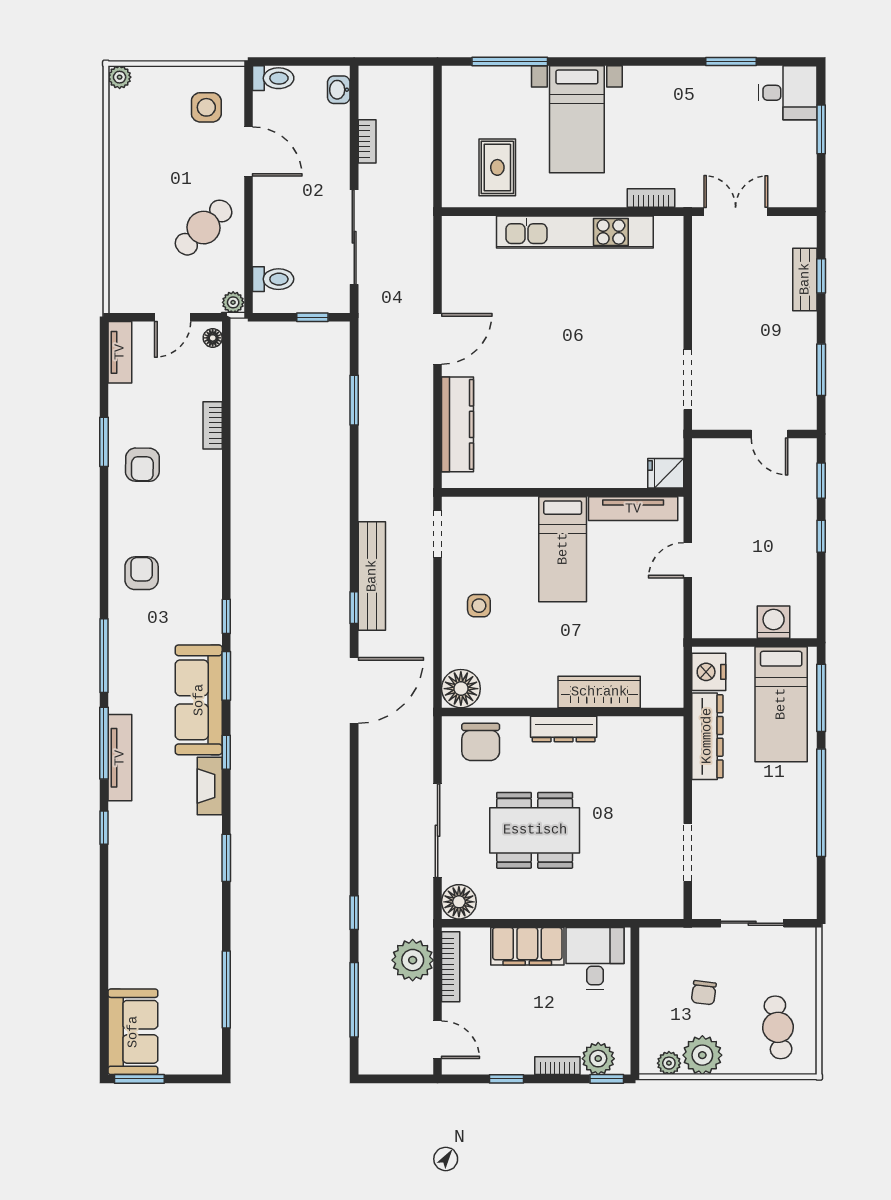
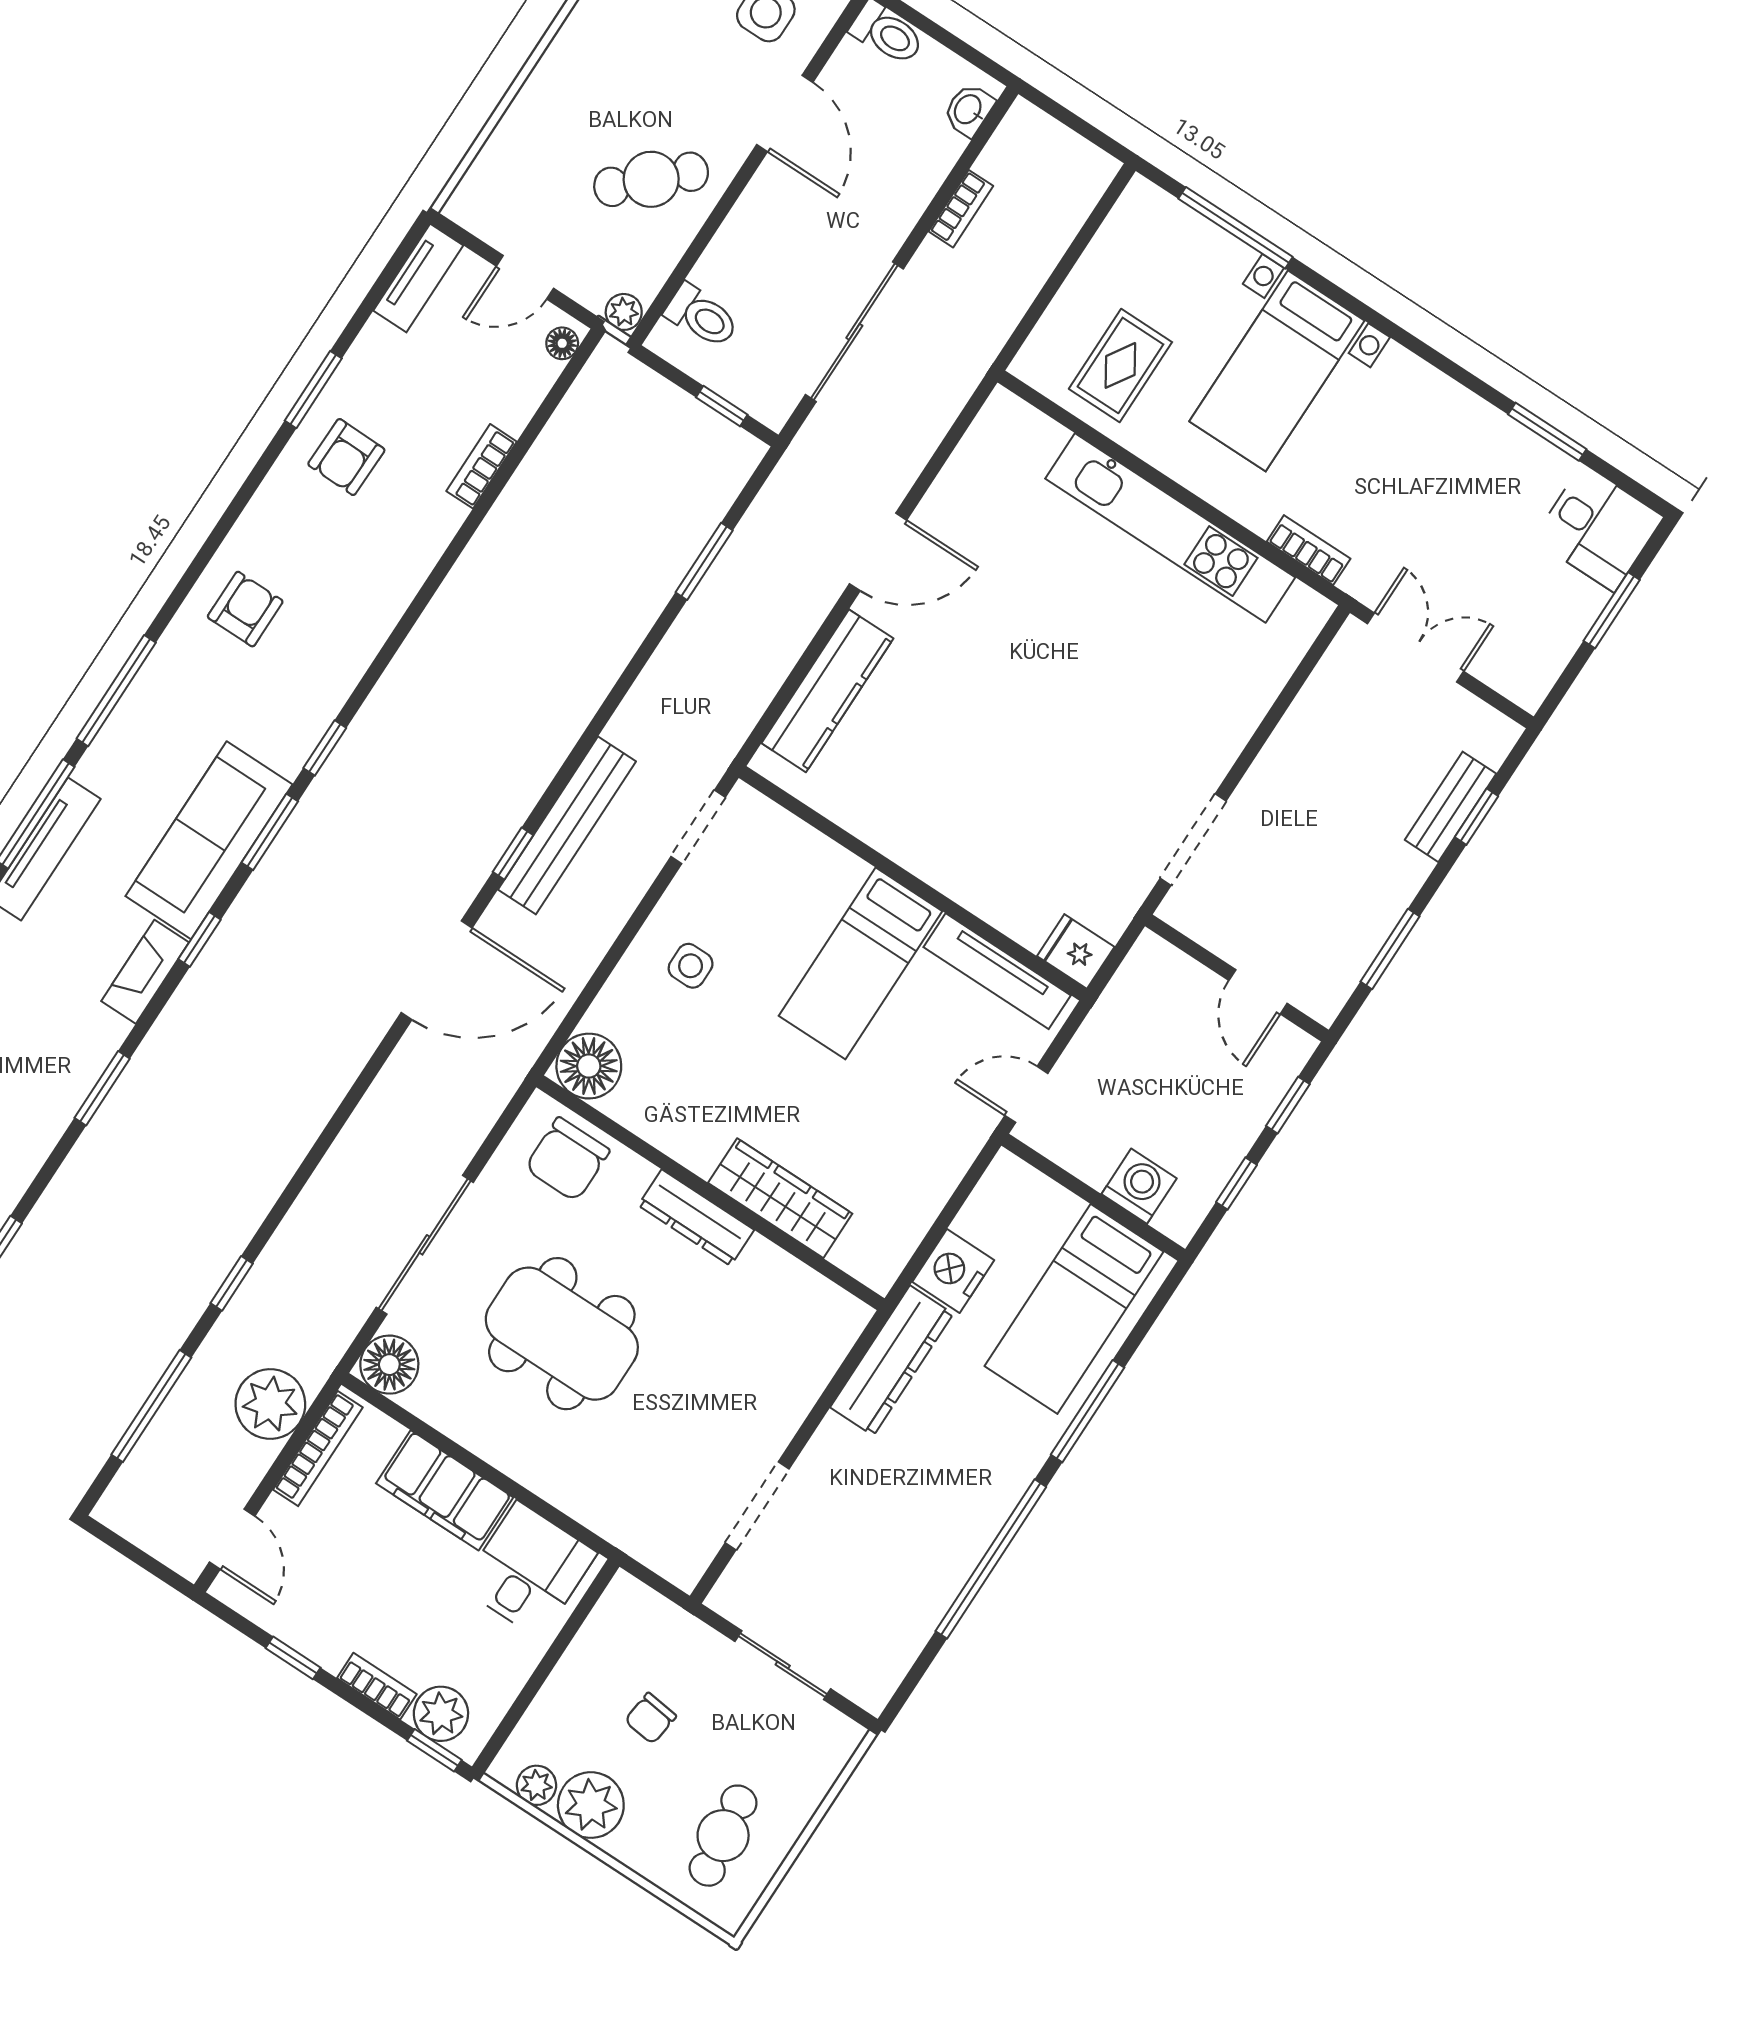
washing machine: (774, 622) -> (1139, 1186), moved
wall: (754, 642) -> (1093, 1197), moved
bed: (781, 704) -> (1074, 1309), moved

